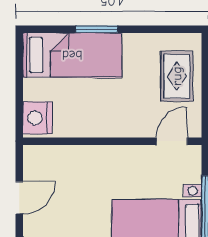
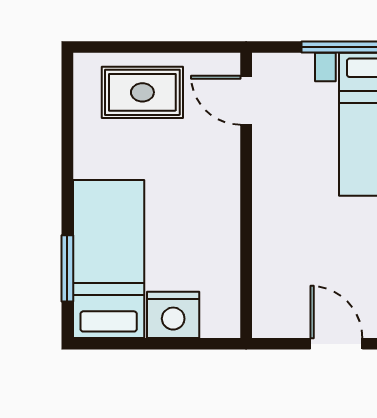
window: (97, 29) -> (67, 268), moved
nightstand: (37, 118) -> (173, 315), moved

